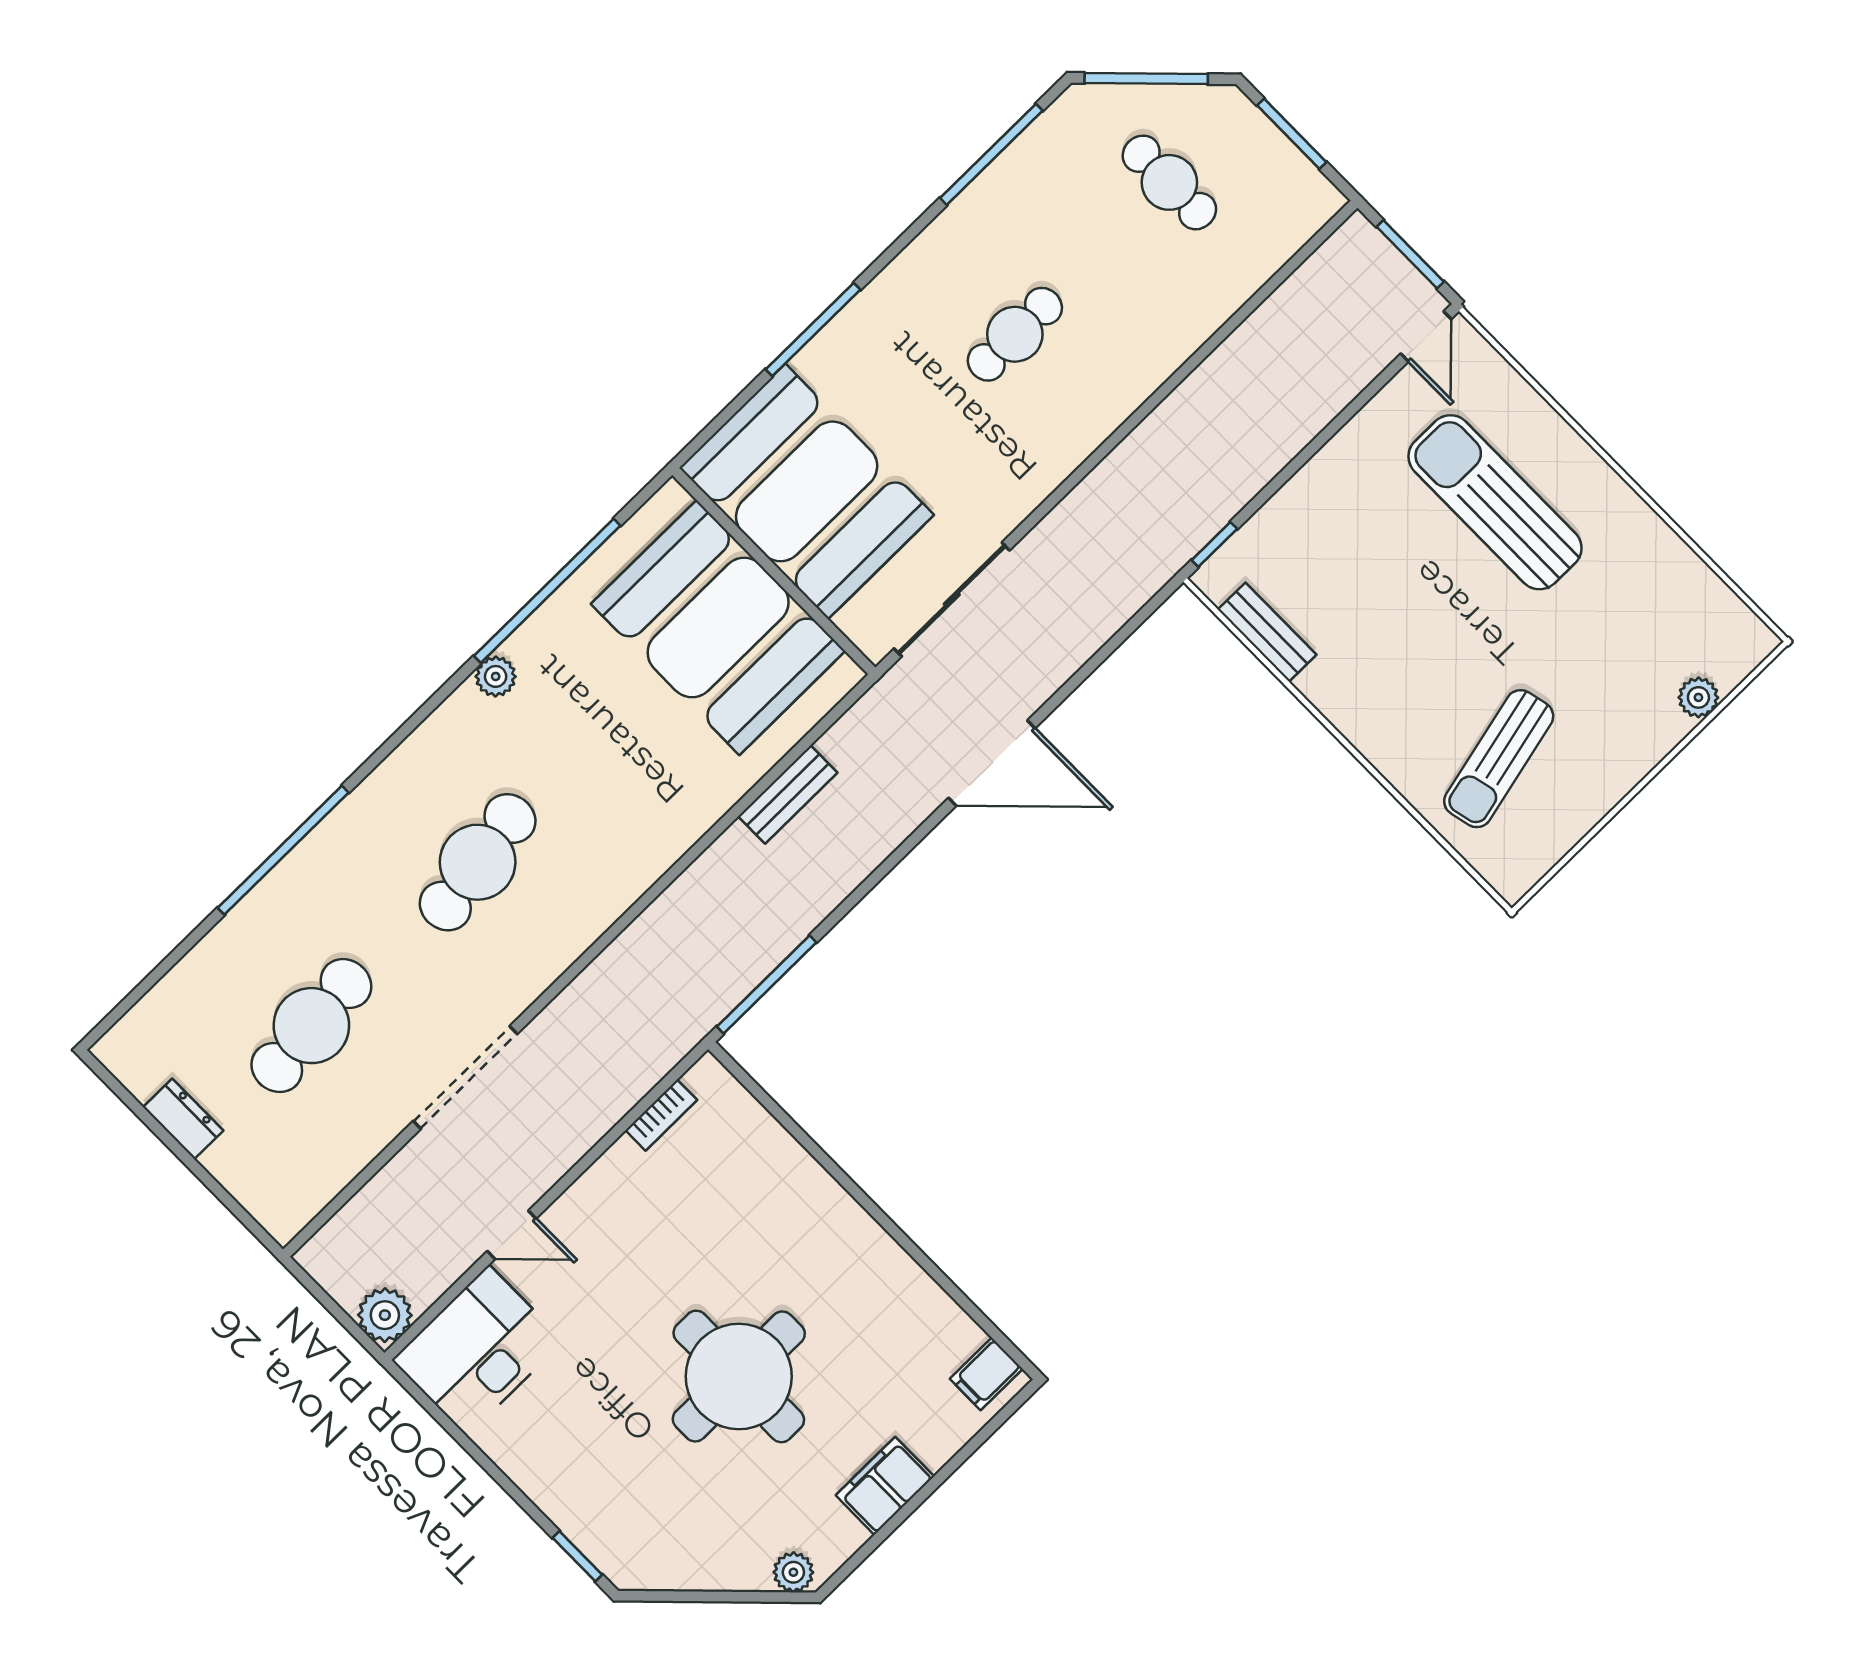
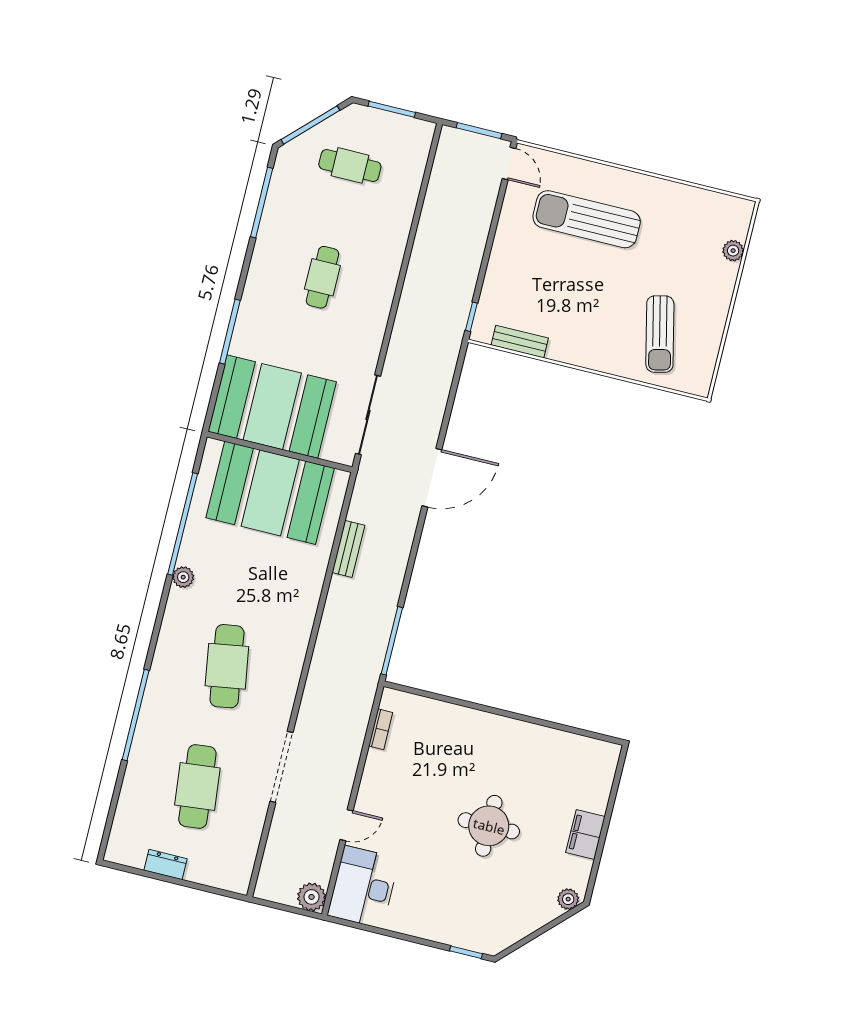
filing cabinet: (986, 1374) -> (600, 755), removed
round table: (739, 1376) -> (489, 826), width x0.73, depth x0.73

